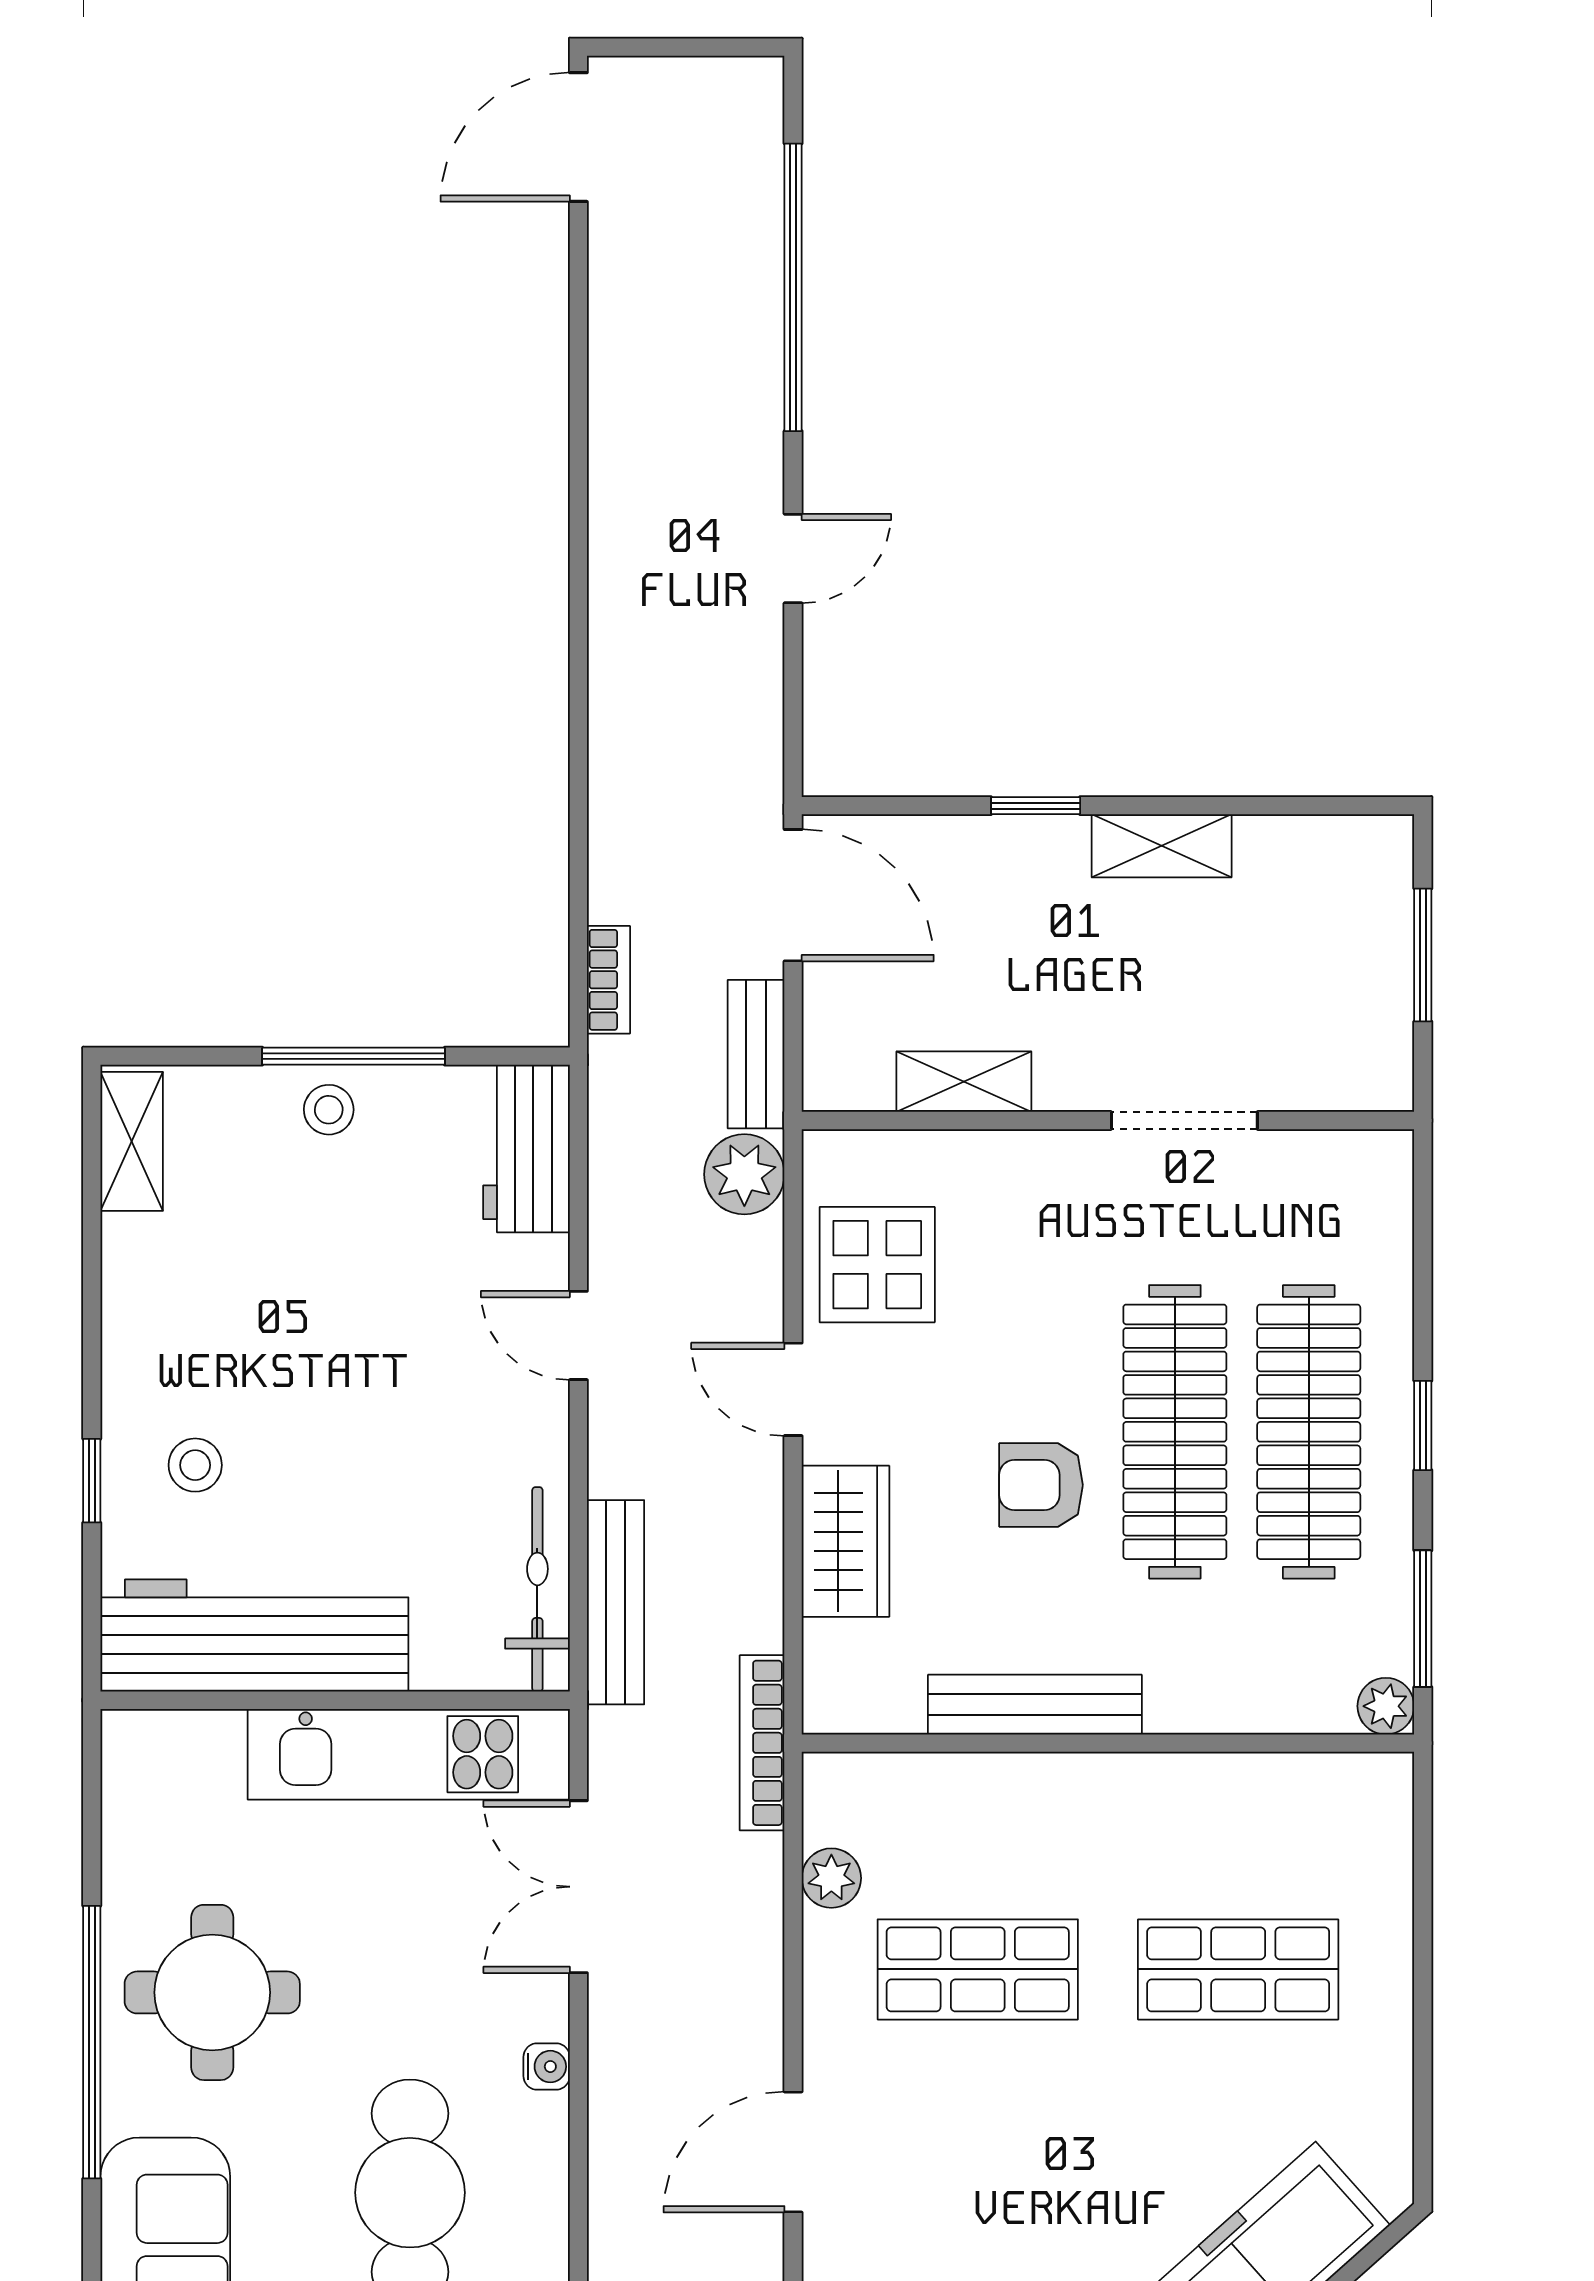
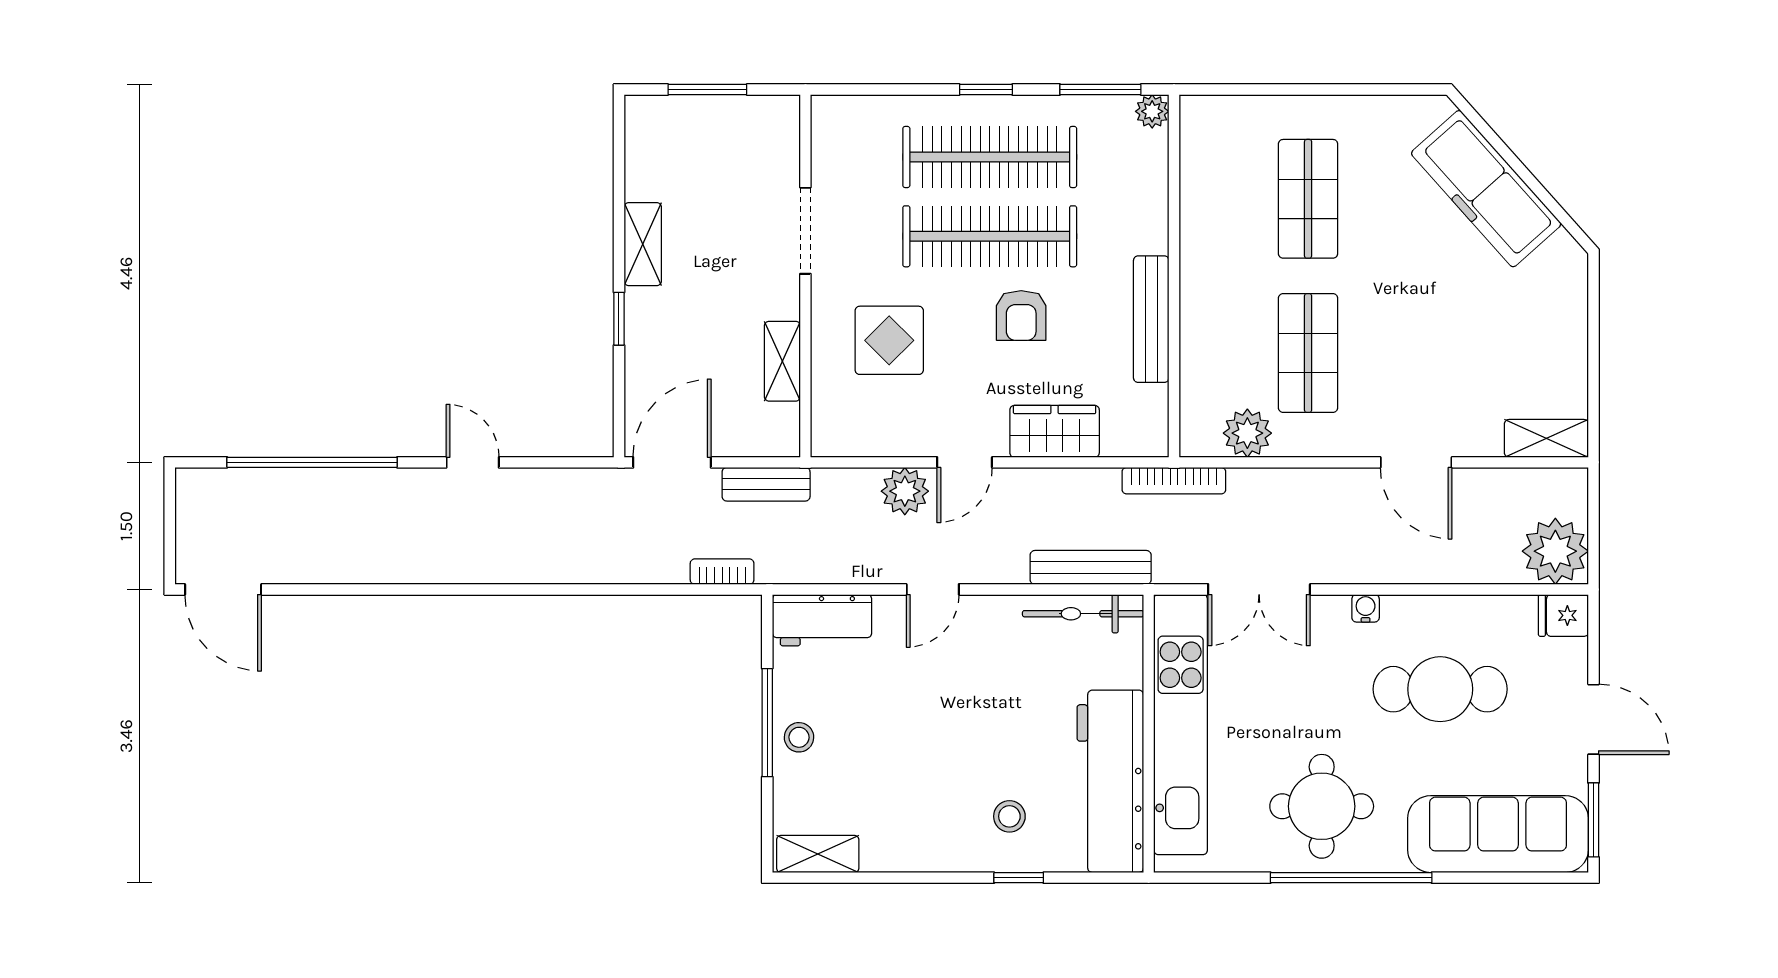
plant: (744, 1174) -> (905, 491), moved
display table: (877, 1265) -> (889, 340), moved
kitchen unit: (409, 1754) -> (1181, 725), width x1.36
plant: (831, 1878) -> (1247, 433), width x1.38, depth x1.38

